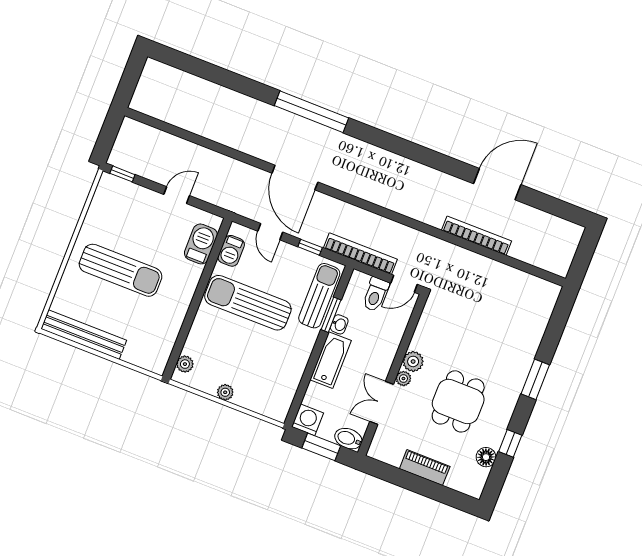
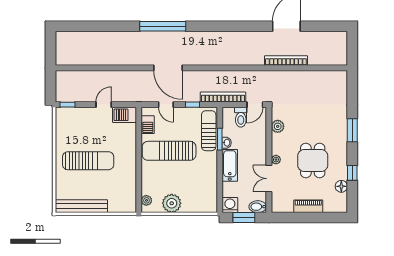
barbecue: (201, 244) -> (125, 115), moved, turned -90
plant: (413, 361) -> (278, 126), moved
plant: (225, 392) -> (172, 203), width x1.87, depth x1.87

